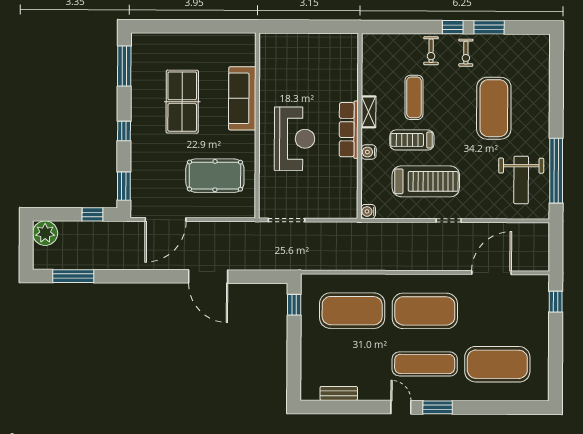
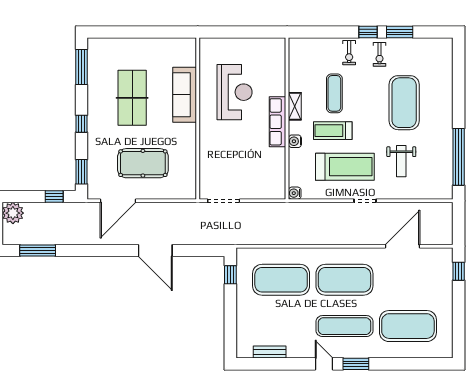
reception desk: (295, 139) -> (235, 92), moved
pool table: (215, 176) -> (143, 163), moved
weight bench: (521, 180) -> (401, 161), moved, width x0.73, depth x0.75

